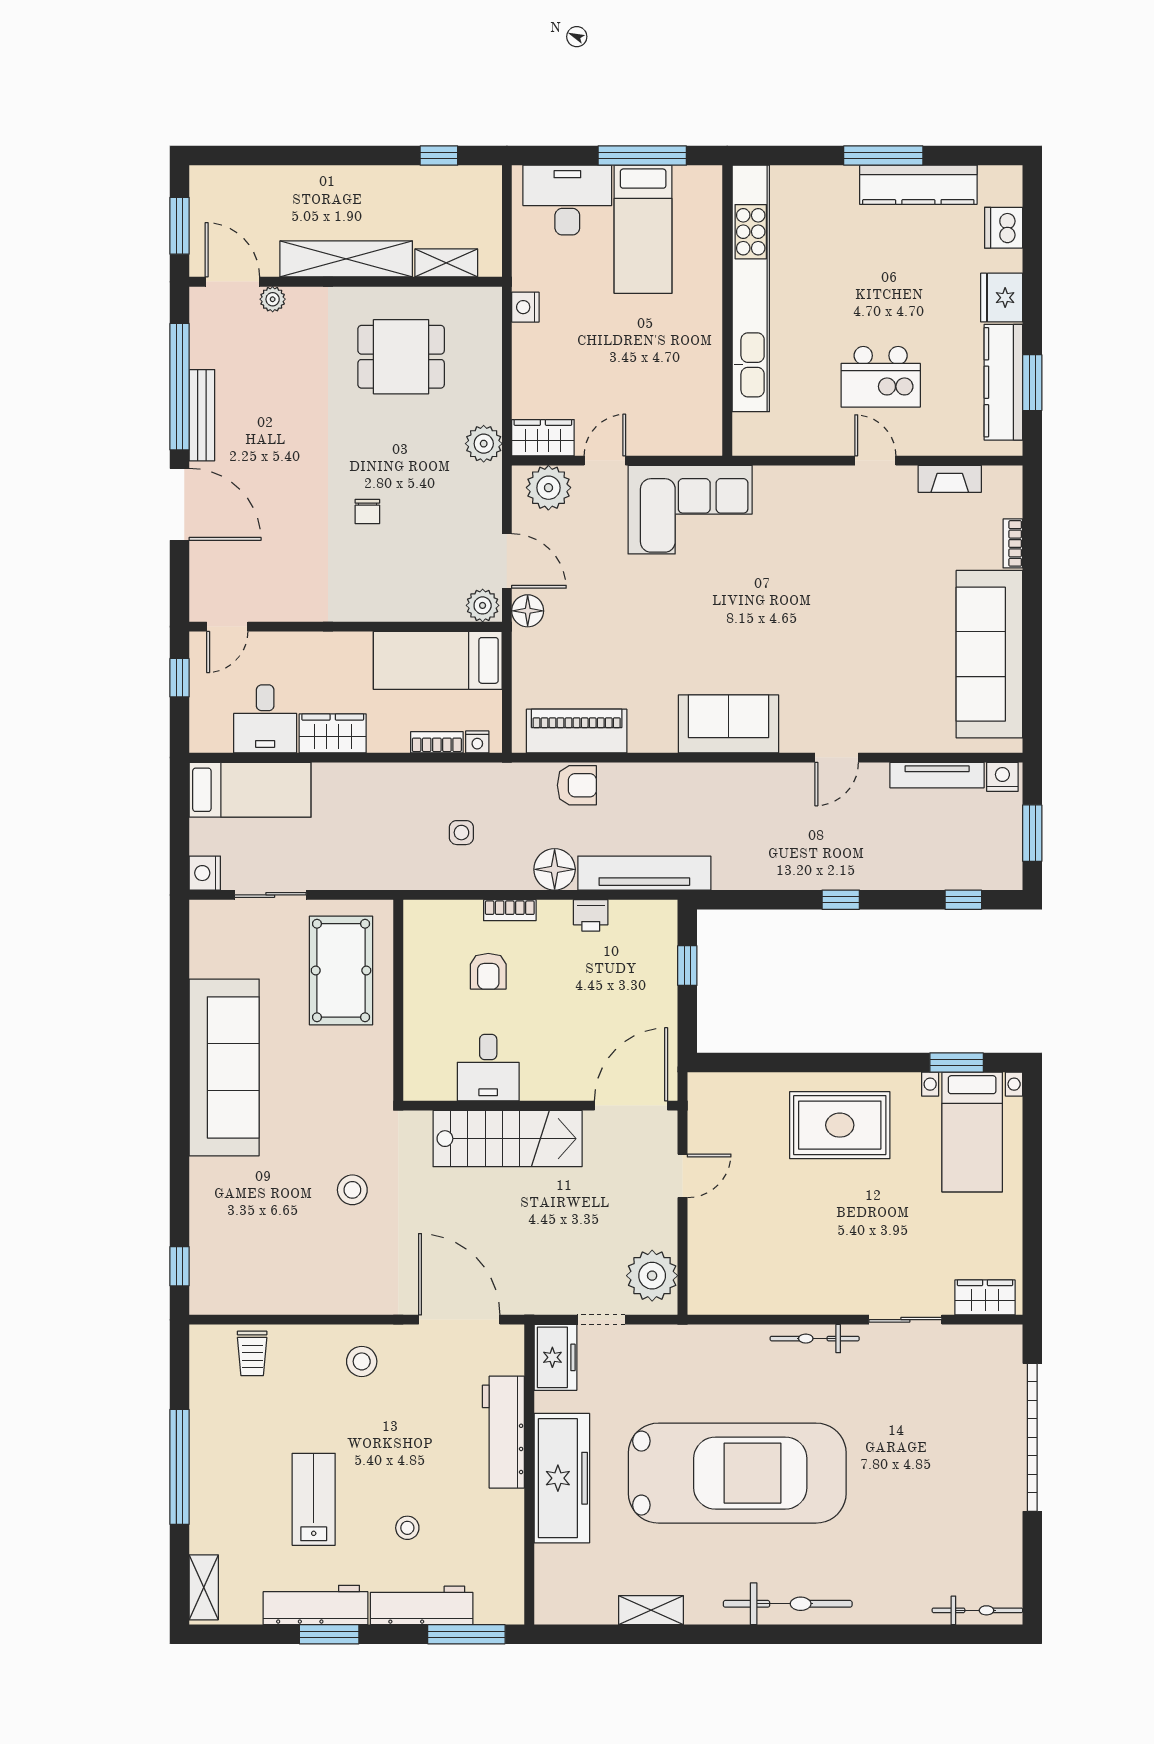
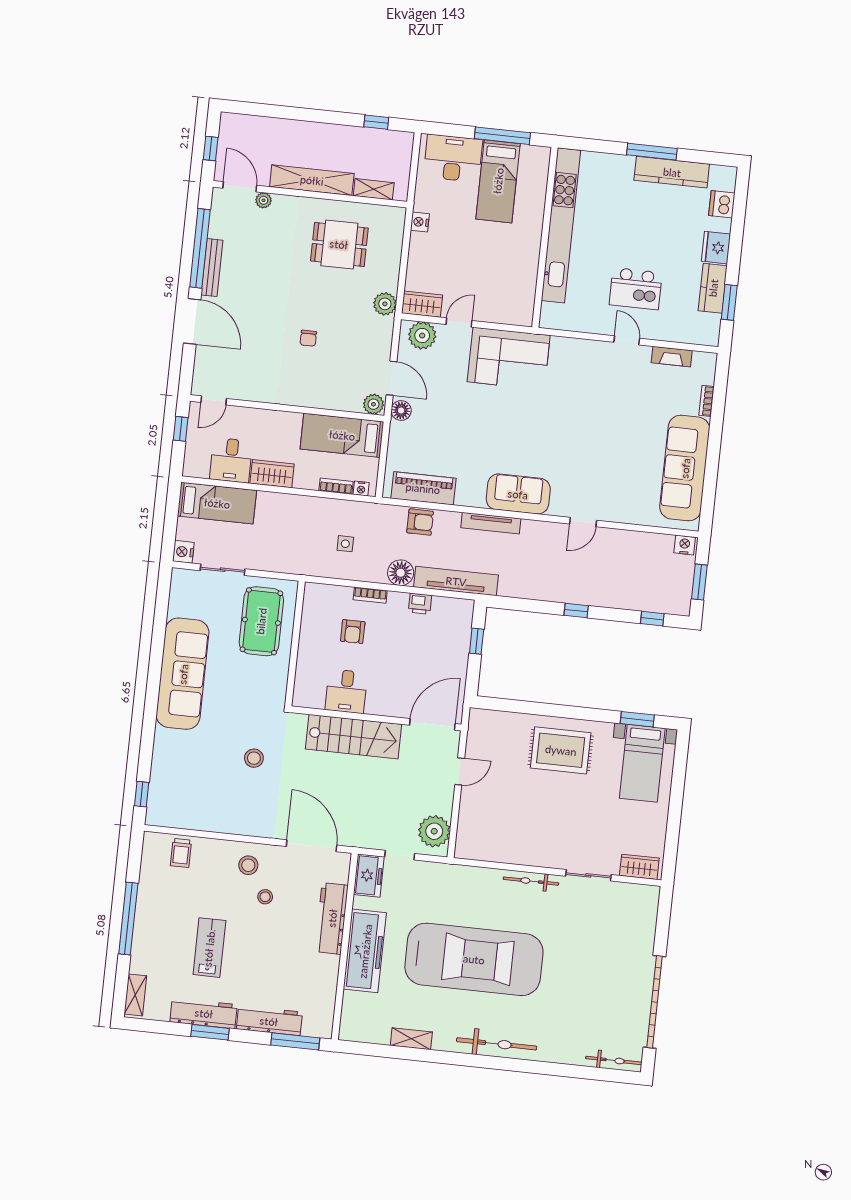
window: (180, 226) -> (211, 148), width x0.67
kitchen counter: (1003, 382) -> (713, 288), width x0.67
tv unit: (937, 775) -> (491, 523), moved
garage door: (1032, 1437) -> (655, 1002), moved
stool: (407, 1528) -> (265, 897), moved

